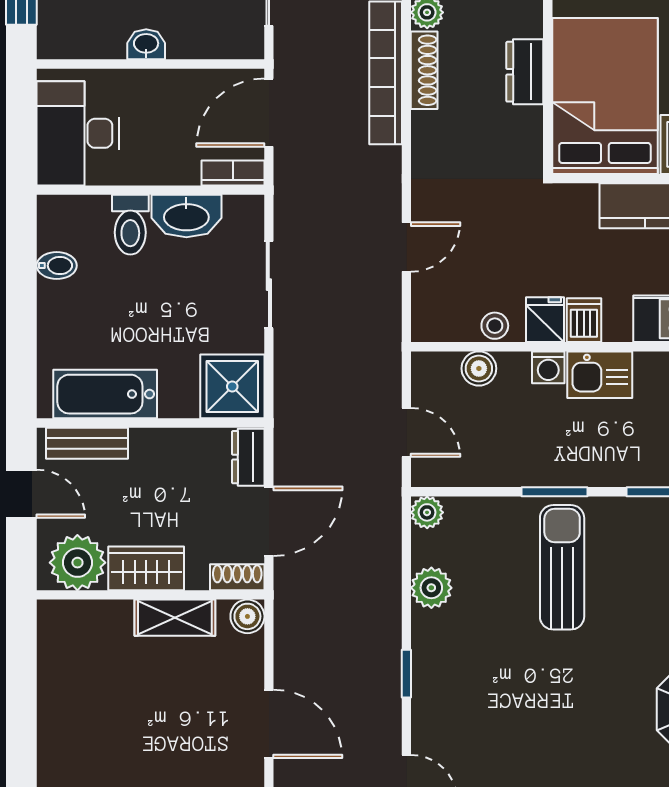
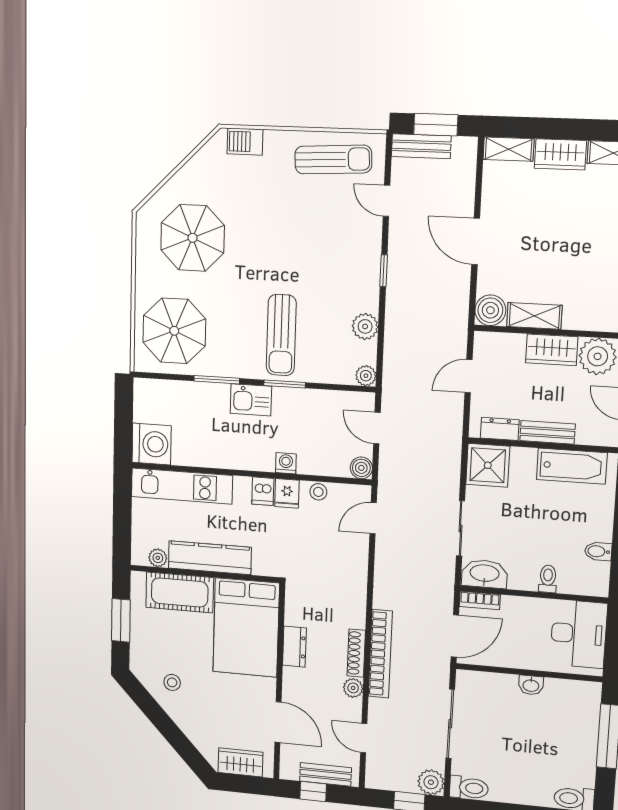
washbasin: (186, 216) -> (485, 574), moved
toilet: (130, 225) -> (548, 579), width x0.73, depth x0.72
door: (406, 247) -> (373, 518), moved
boiler: (479, 368) -> (361, 468), moved
kitchen sink: (600, 375) -> (251, 400), moved, turned 180
bench: (87, 443) -> (548, 432), moved
dresser: (248, 457) -> (500, 429), moved, turned -90
door: (269, 521) -> (469, 376), width x0.73
shoe rack: (237, 577) -> (491, 341), removed
boiler: (247, 616) -> (490, 310), width x1.36, depth x1.36

